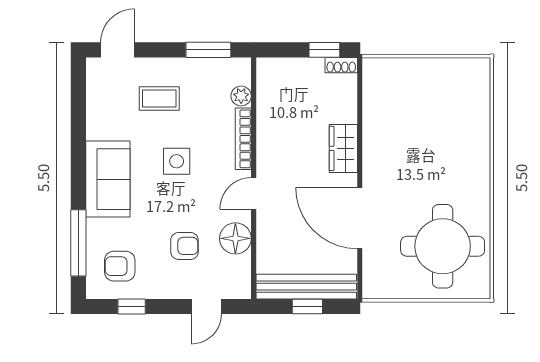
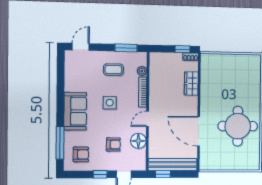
coffee table: (159, 99) -> (113, 70), moved
wardrobe: (343, 148) -> (191, 84), moved
round table: (443, 246) -> (238, 126), moved
armchair: (120, 266) -> (81, 154), turned 180
window: (132, 307) -> (100, 174), moved
window: (307, 307) -> (163, 174), moved

